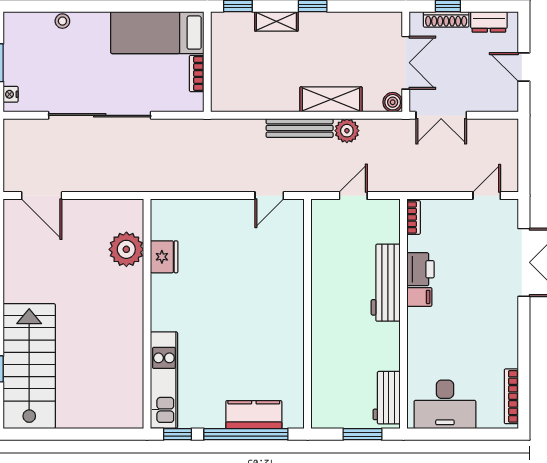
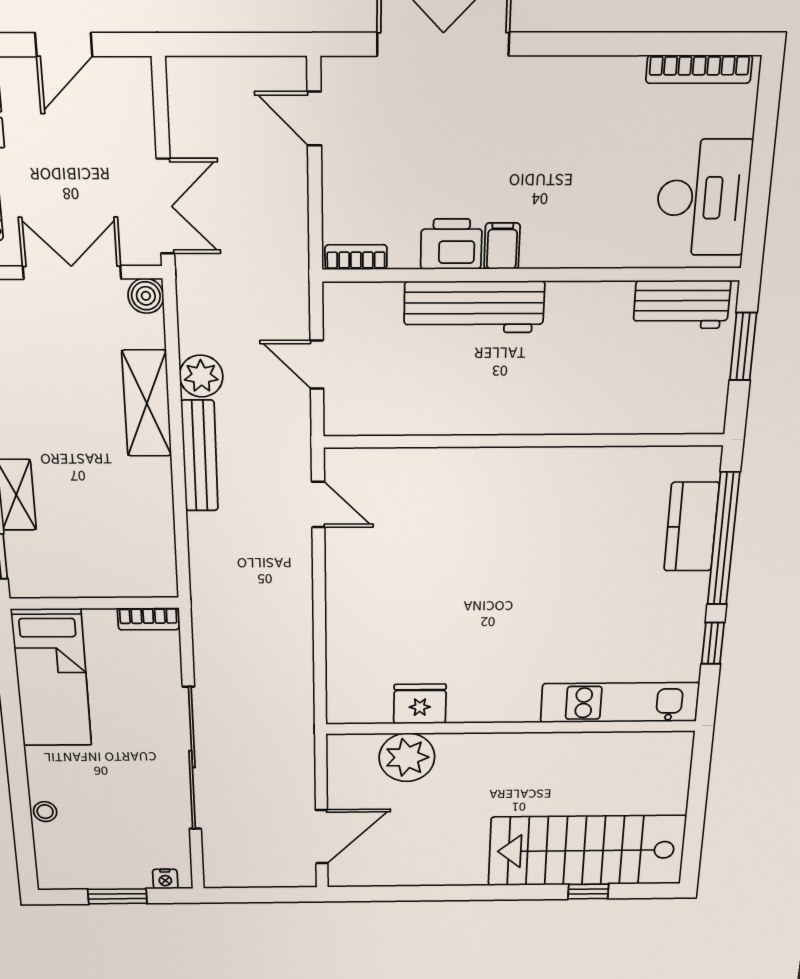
bookcase: (197, 73) -> (148, 619), moved
plant: (126, 249) -> (407, 757), moved
fridge: (164, 257) -> (420, 704), moved
wall: (147, 314) -> (511, 727), moved
kitchen unit: (164, 380) -> (620, 702), moved

